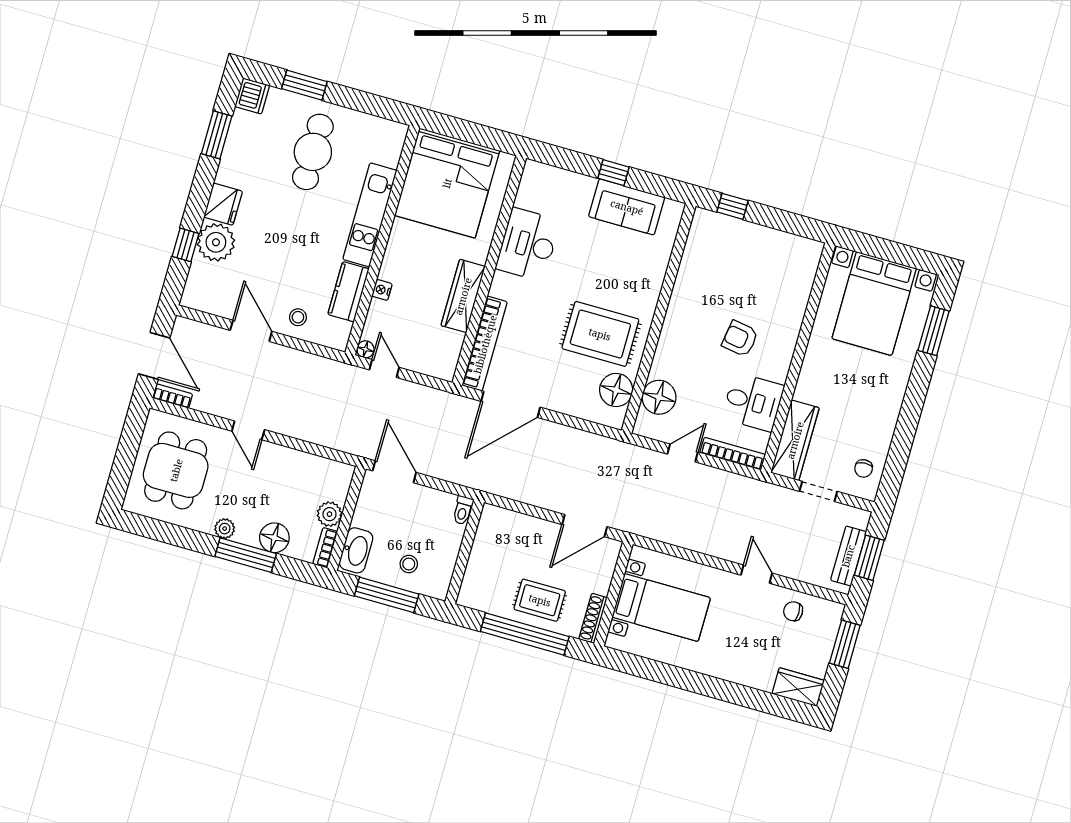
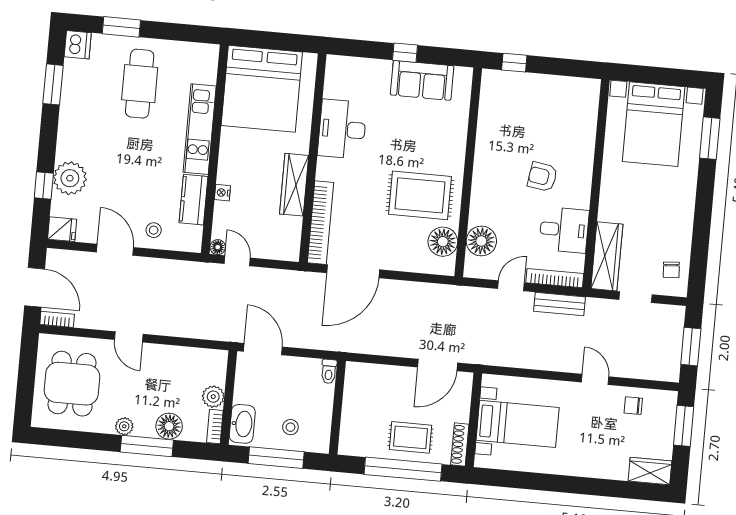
fridge: (223, 204) -> (62, 229), moved, width x0.72
bench: (848, 556) -> (560, 304), moved, turned 90

